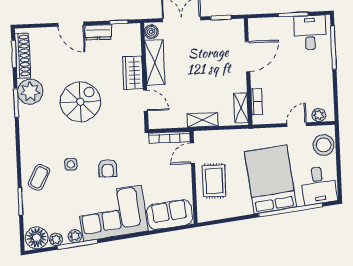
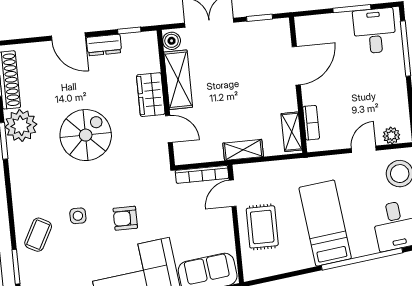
armchair: (108, 168) -> (125, 218), turned 90
bed: (270, 179) -> (325, 223), width x0.67

